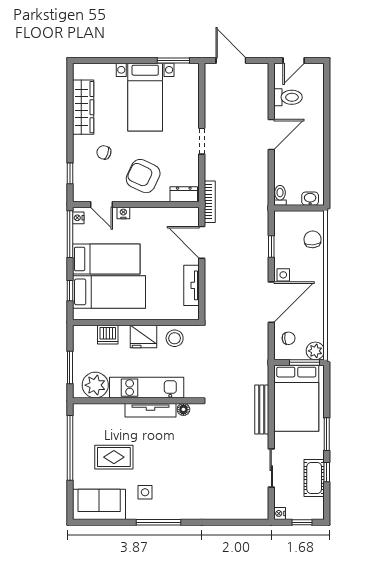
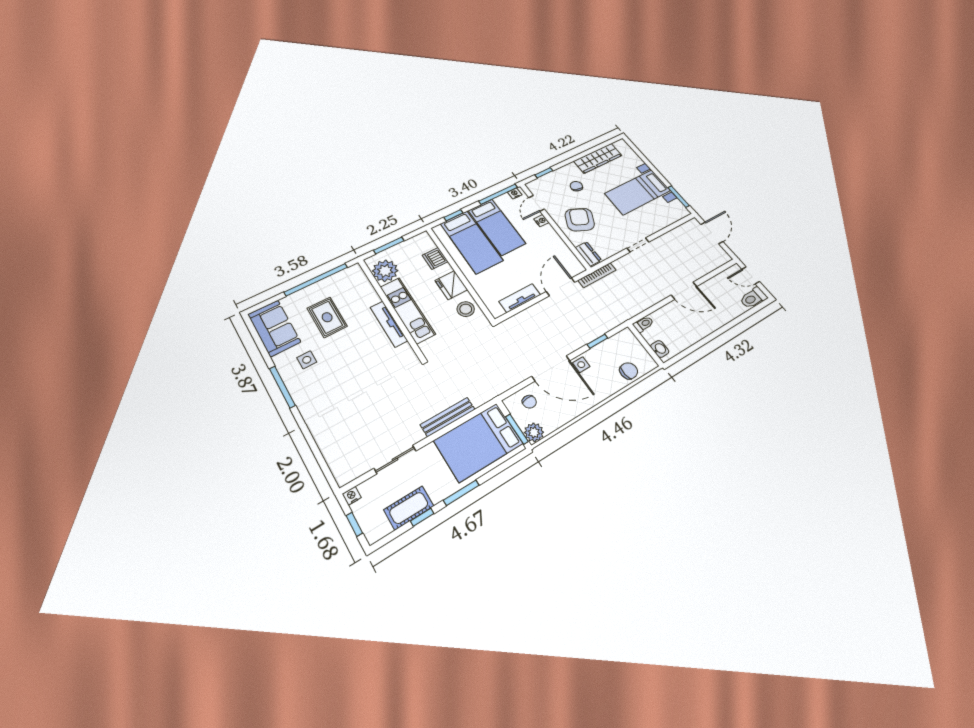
toilet: (288, 97) -> (753, 298), moved, turned 90
floor lamp: (183, 409) -> (406, 350), removed

